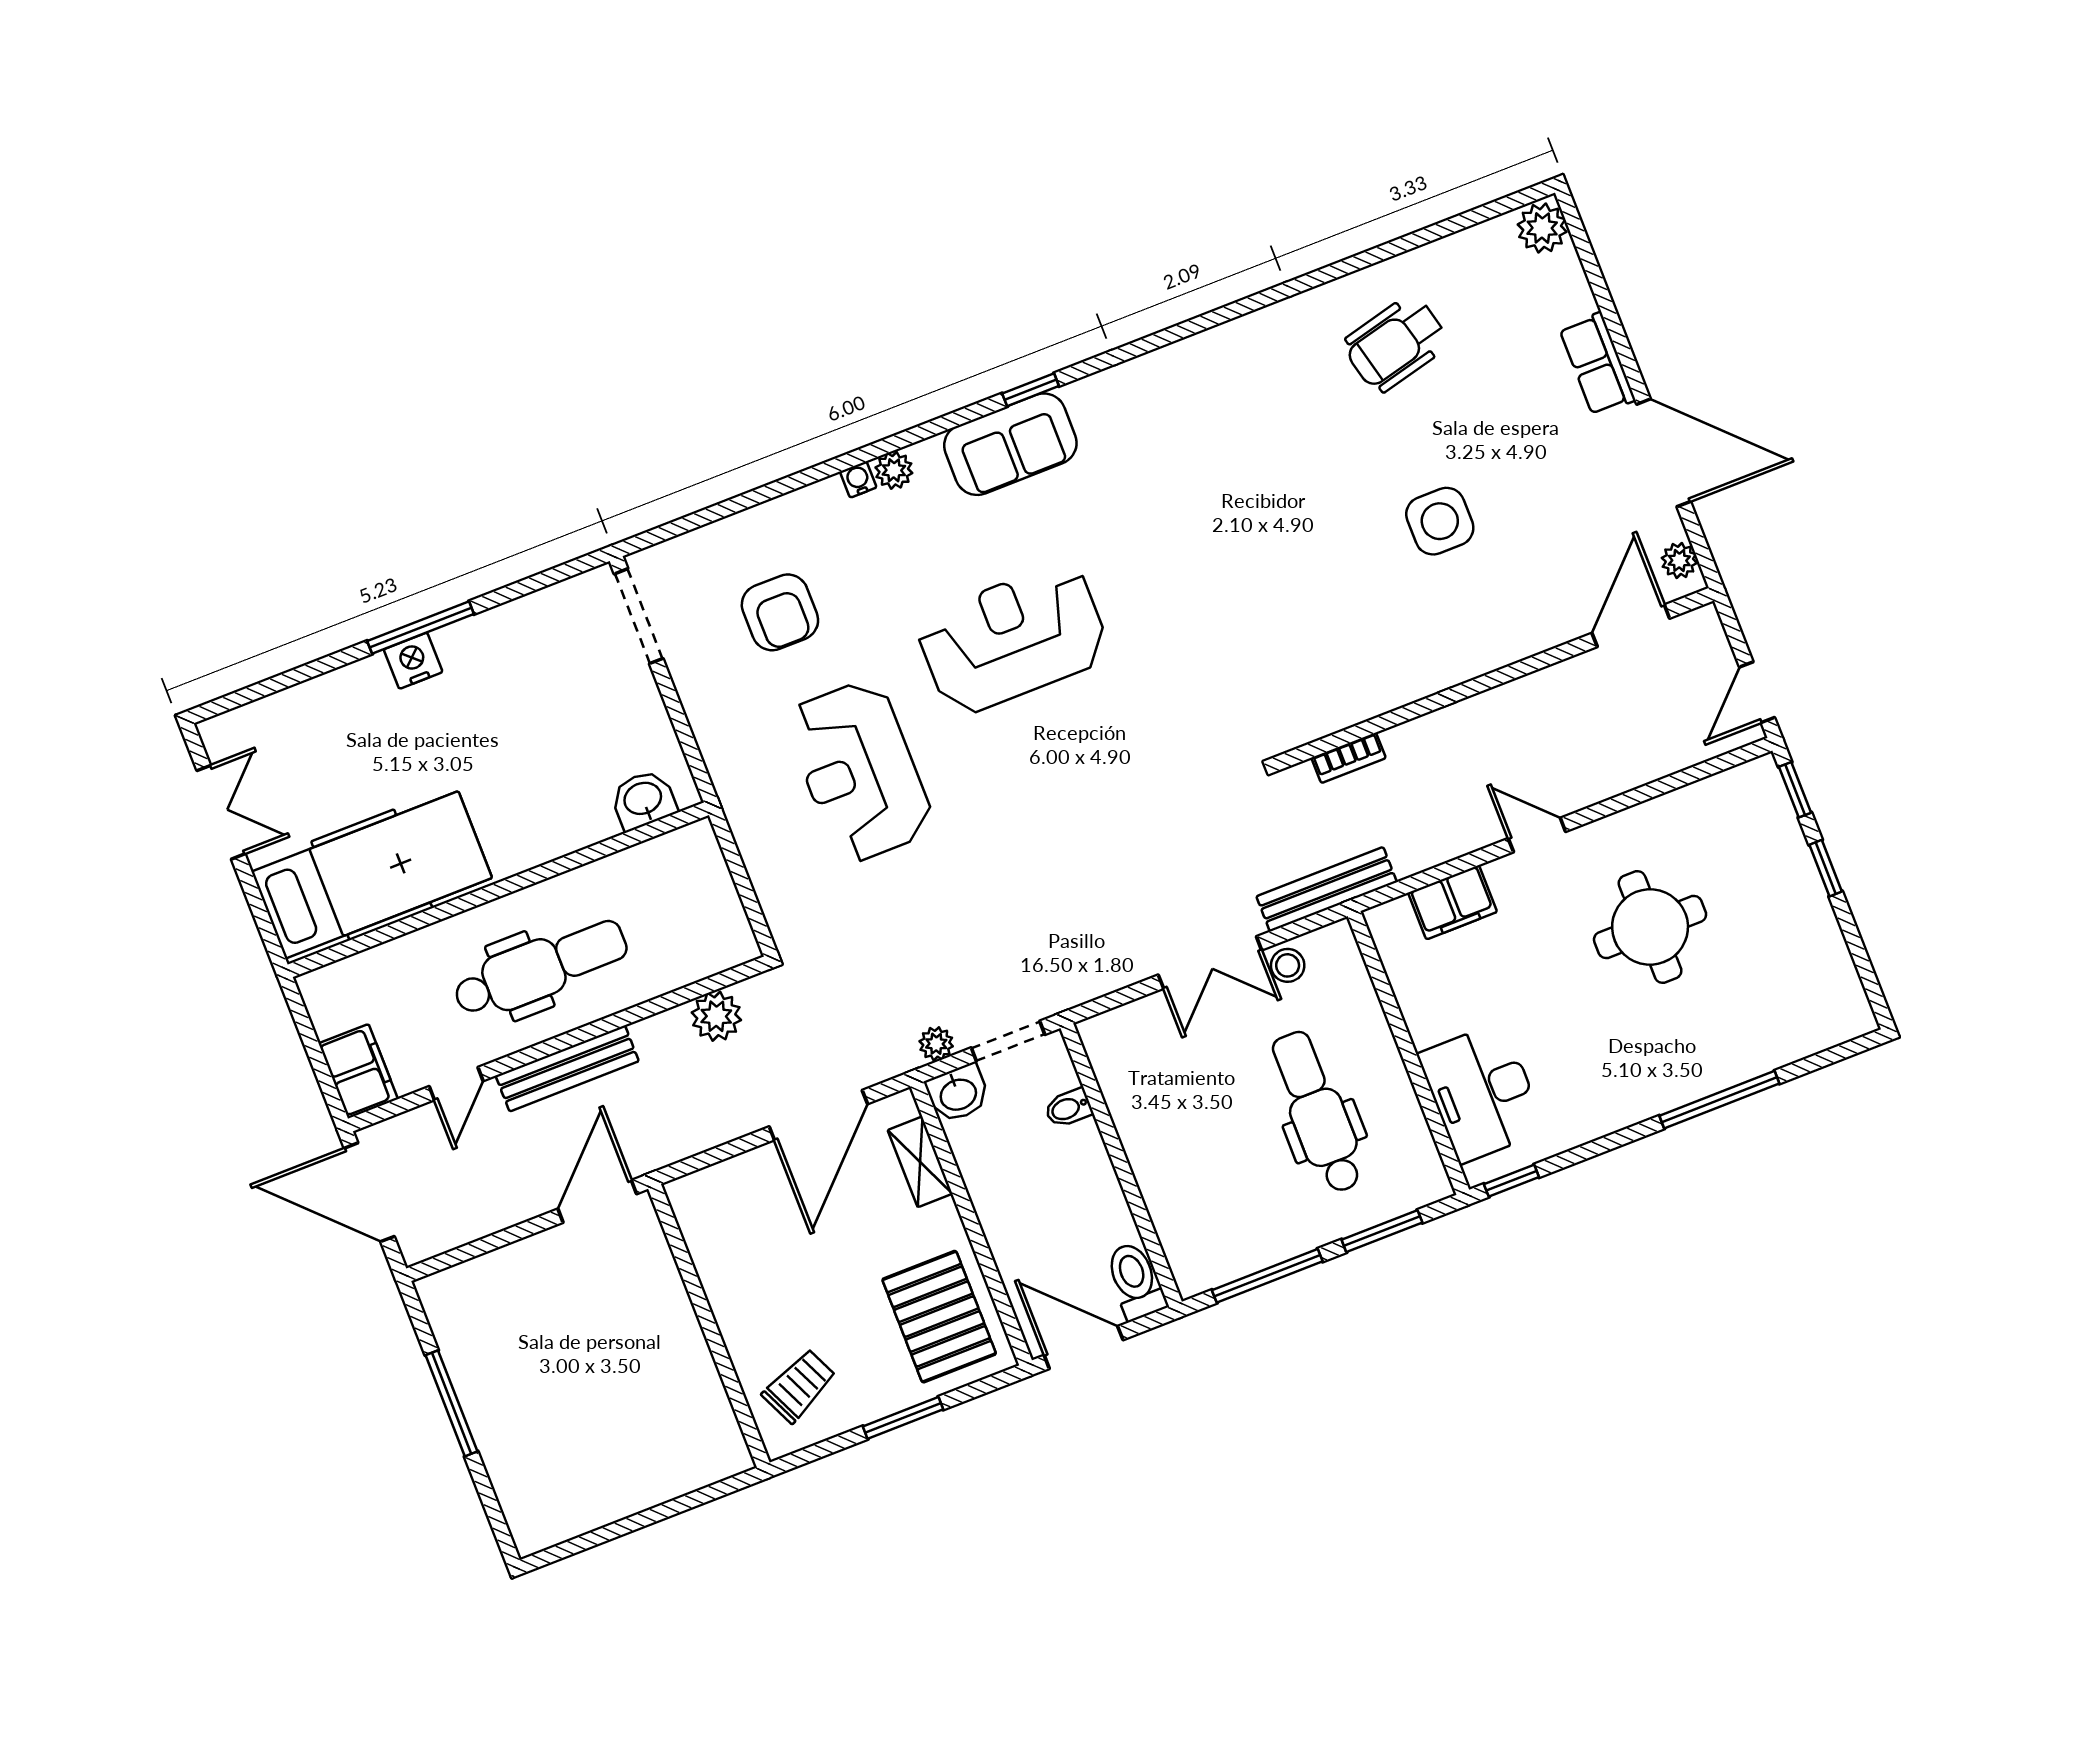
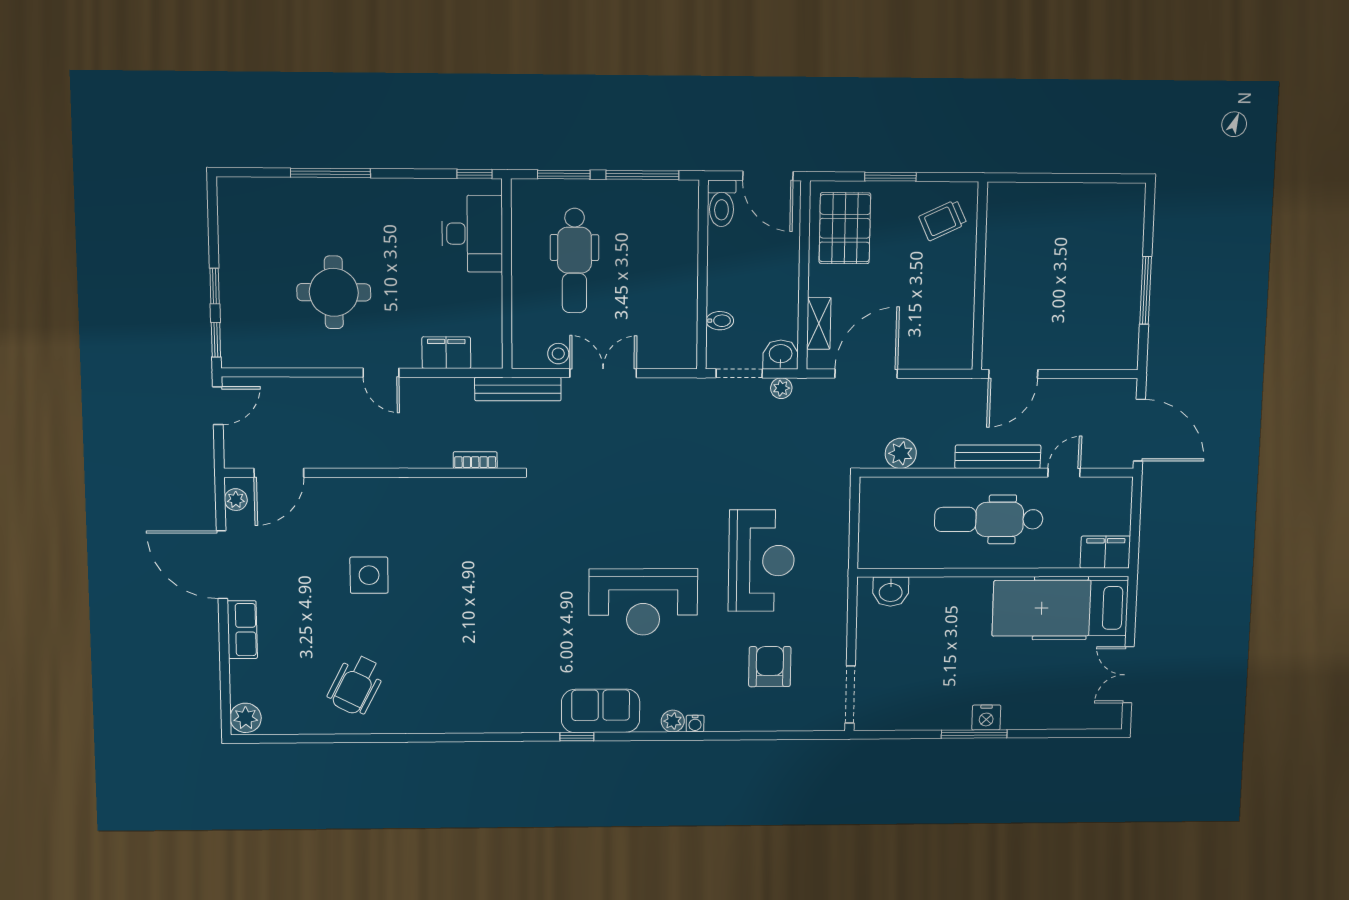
wheelchair: (1396, 344) -> (356, 685), turned 131
filing cabinet: (358, 1071) -> (1105, 552), moved, turned 90

